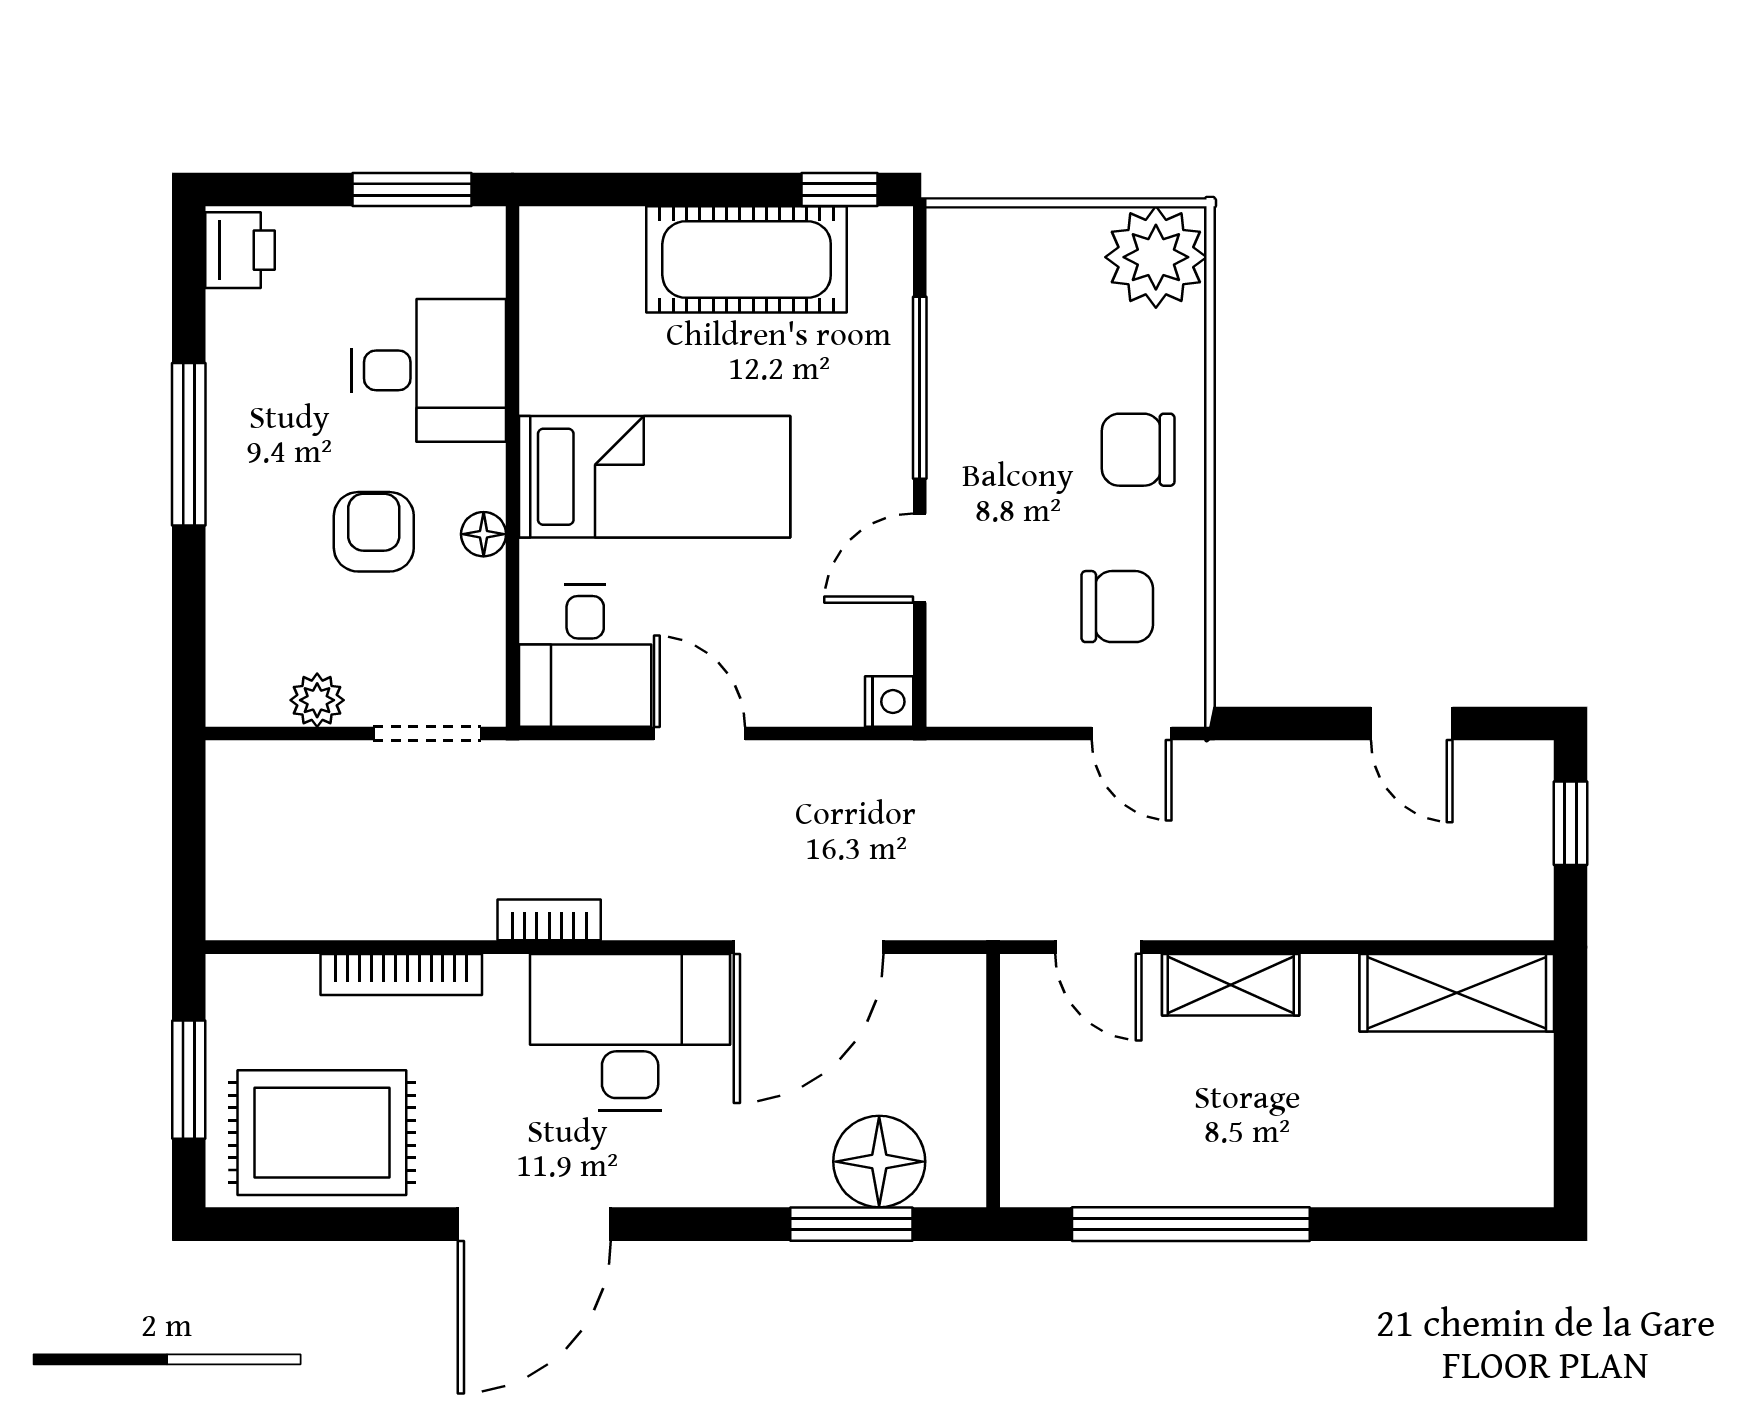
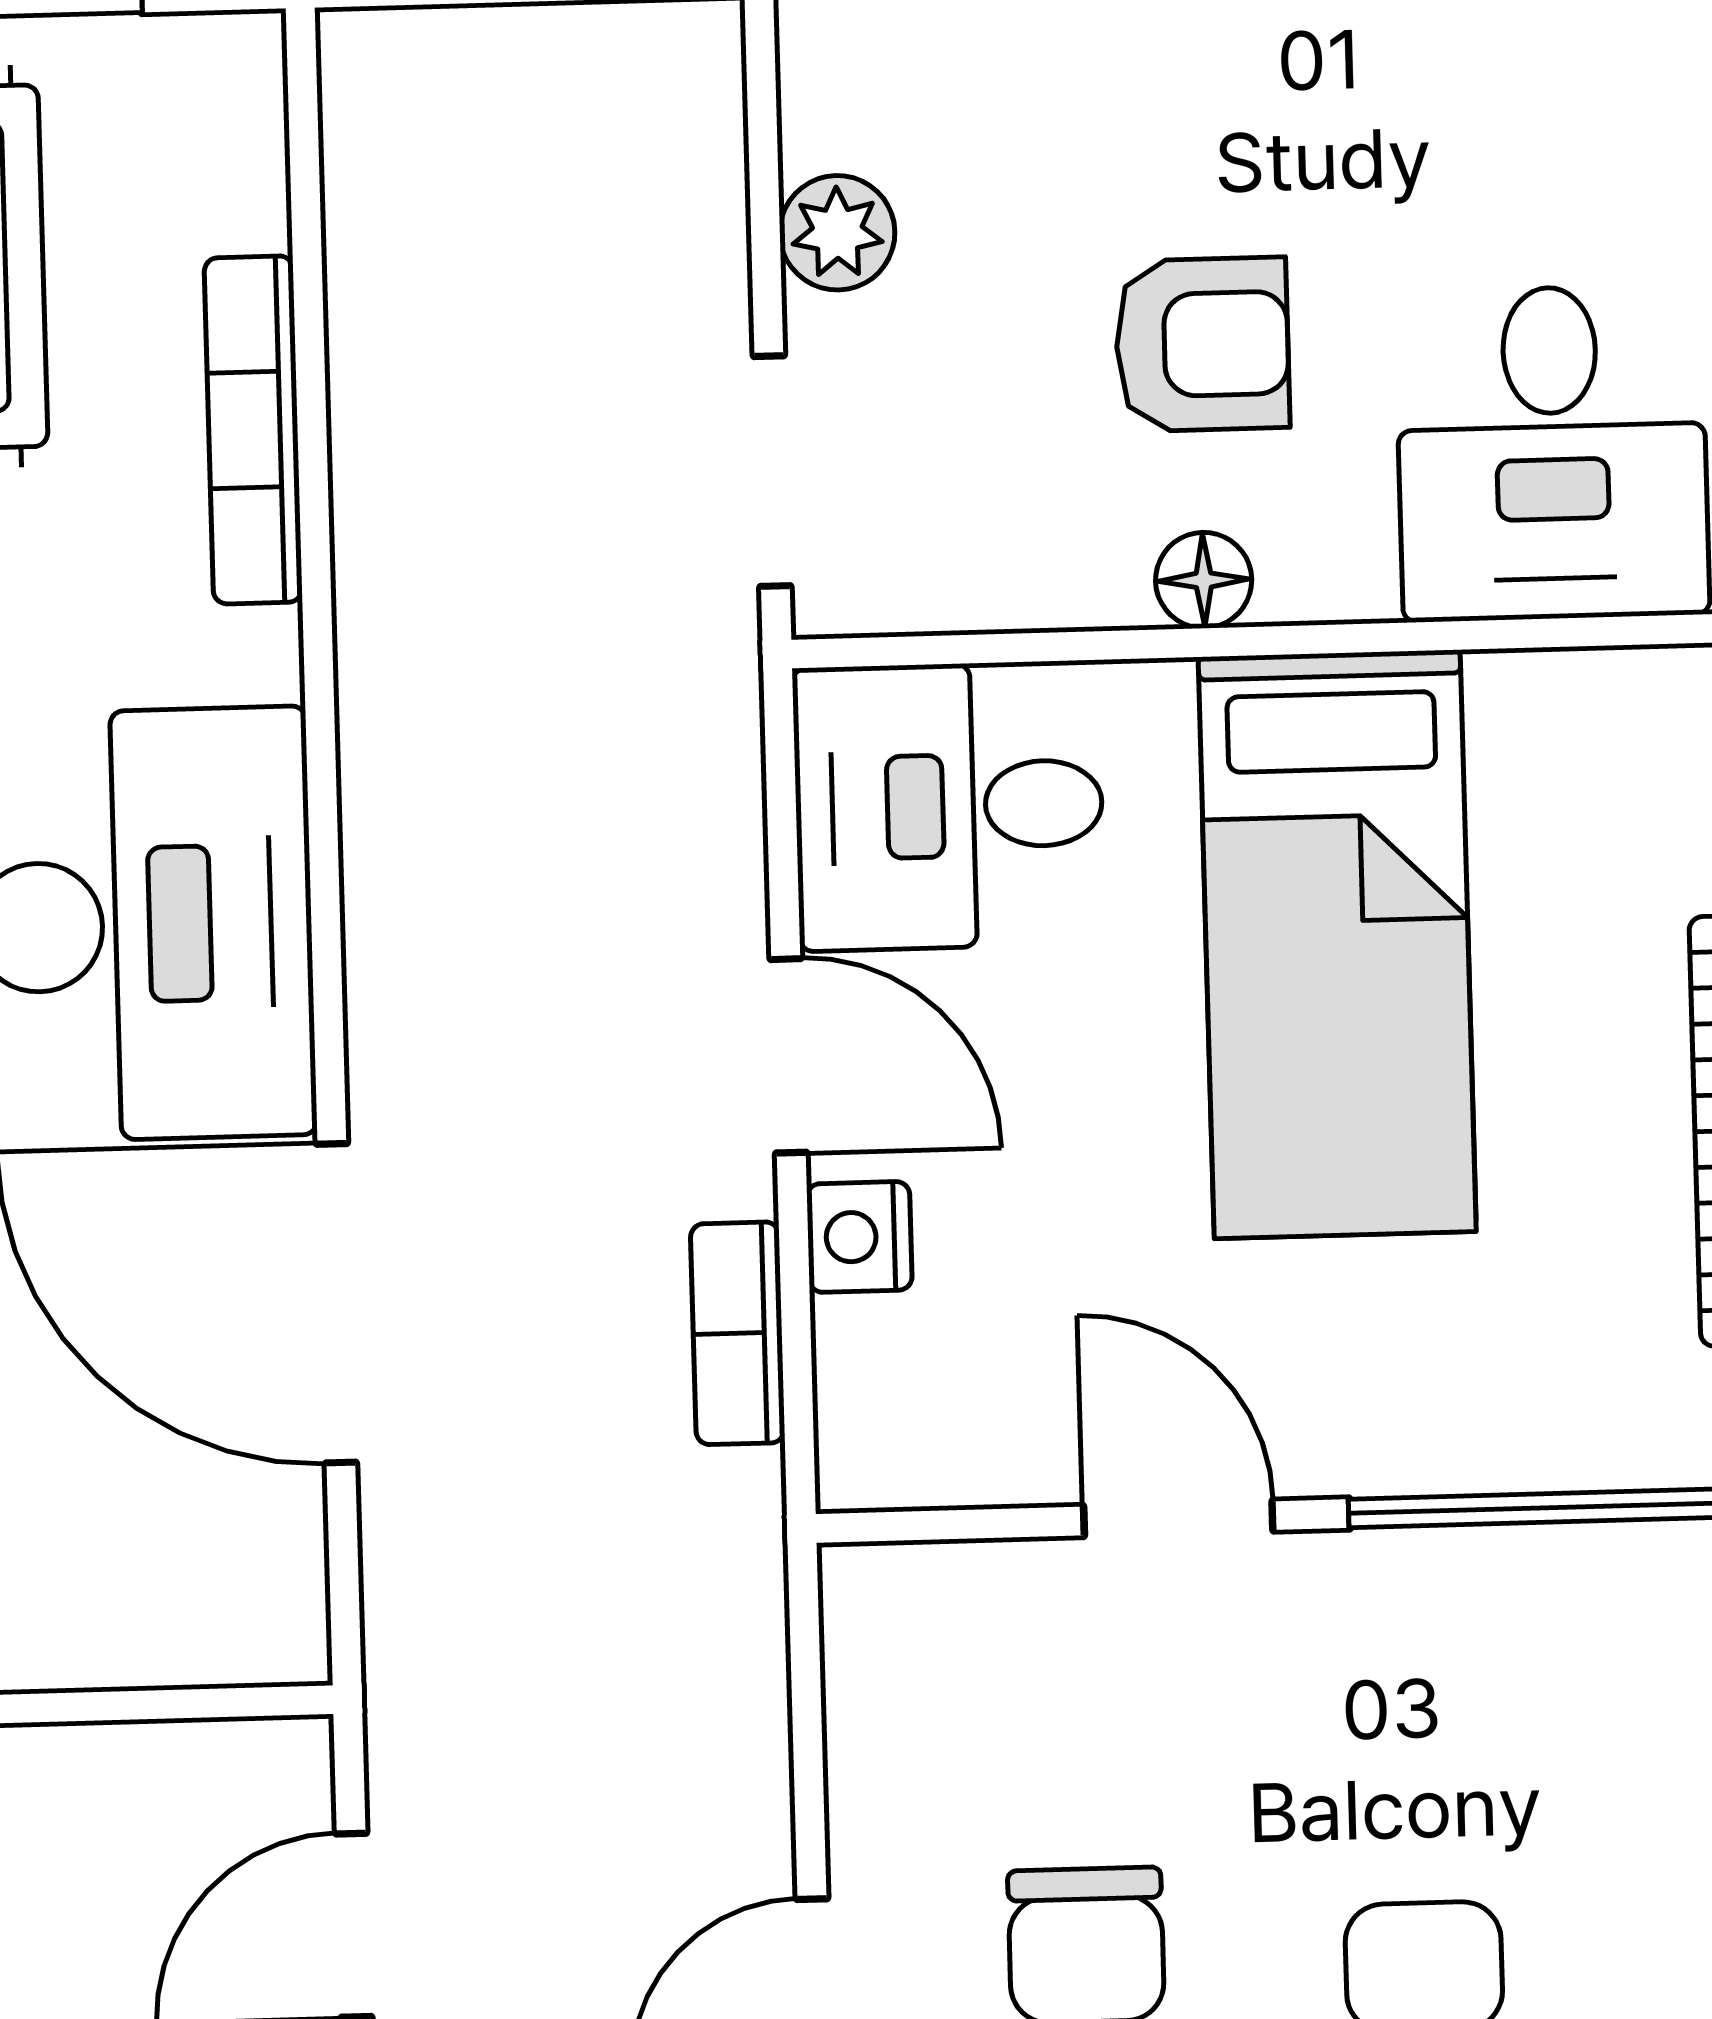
nightstand: (889, 702) -> (859, 1237), moved, turned 90
door: (699, 734) -> (788, 1056), hinge flipped
bookcase: (549, 920) -> (738, 1333), moved, turned 180

